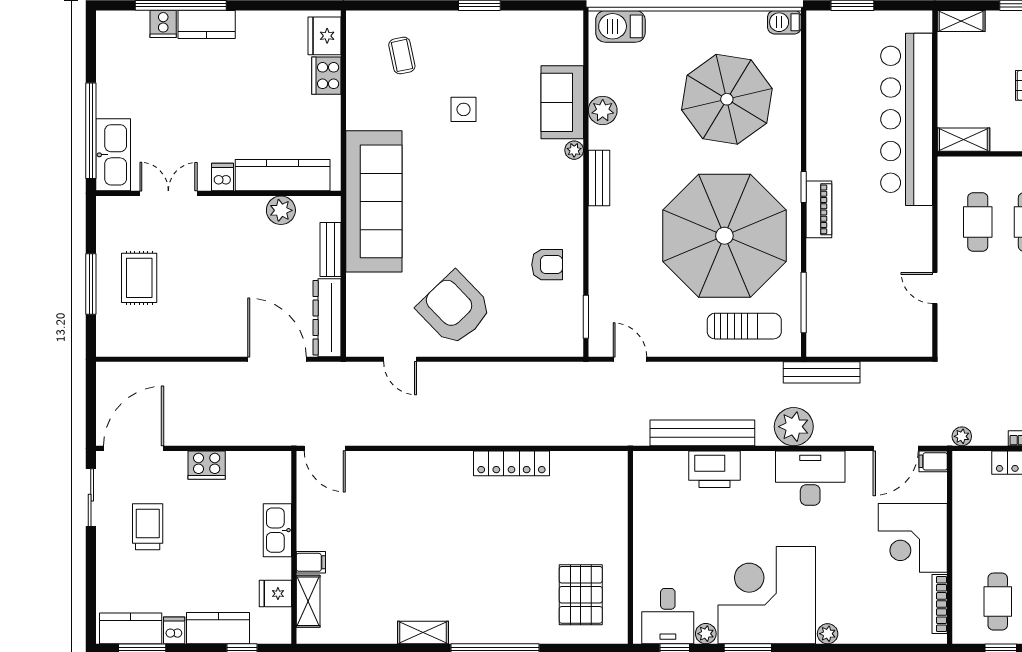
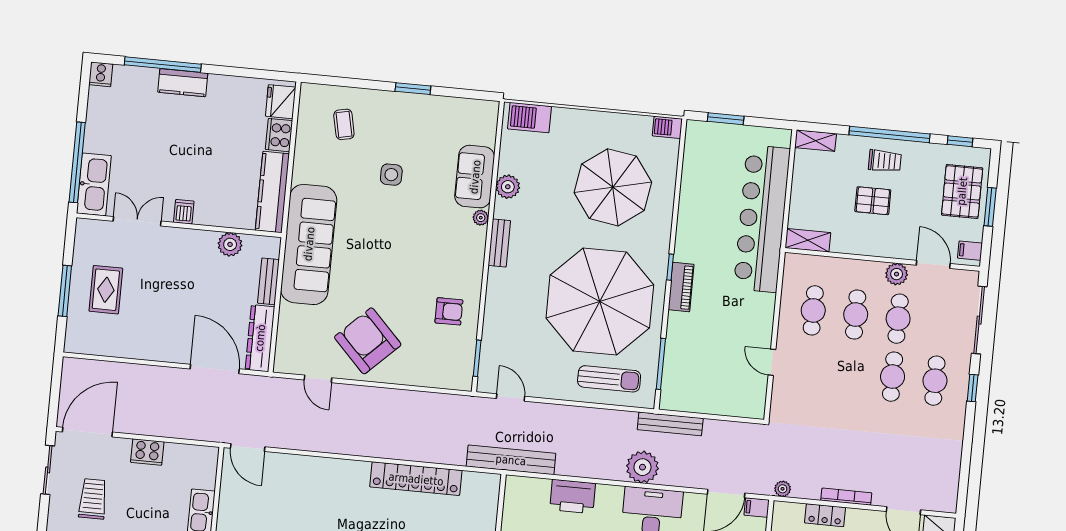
cooker: (163, 24) -> (101, 74), moved
kitchen counter: (283, 175) -> (272, 192), moved, turned -90
bench: (702, 433) -> (511, 460), moved
locker: (511, 463) -> (416, 479), width x1.41, depth x1.21

